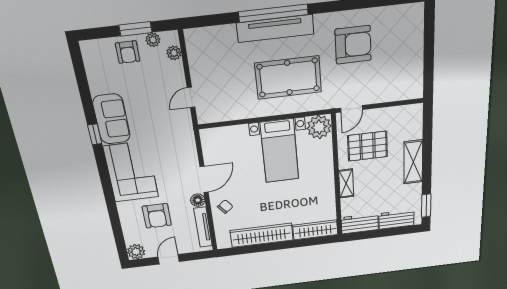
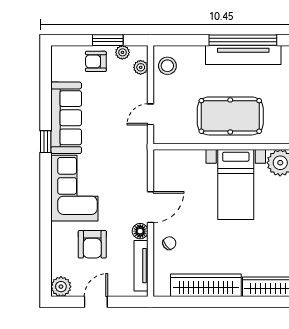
stool: (200, 48) -> (167, 66), added
armchair: (128, 52) -> (96, 61), turned 90
pool table: (288, 78) -> (230, 116), moved
sofa: (111, 119) -> (66, 118), width x1.36

